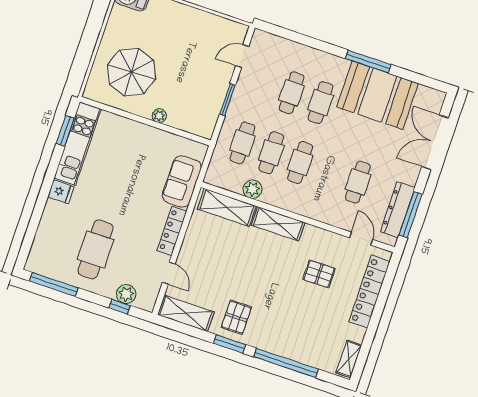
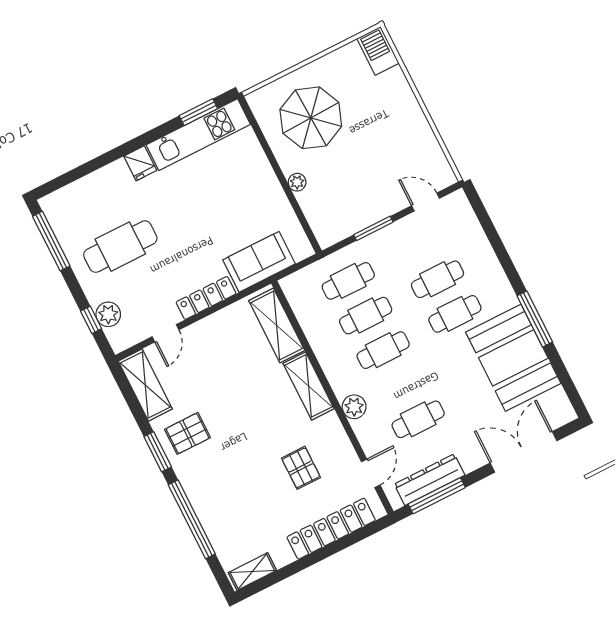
plant: (252, 189) -> (354, 407), moved

